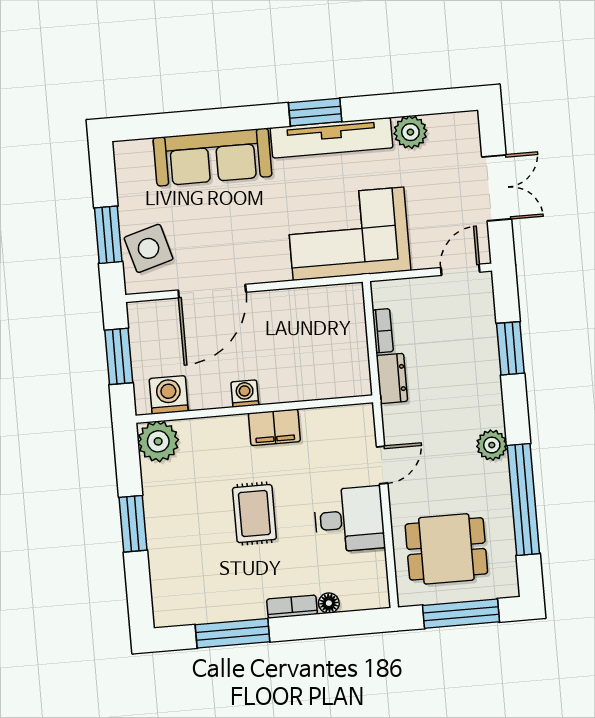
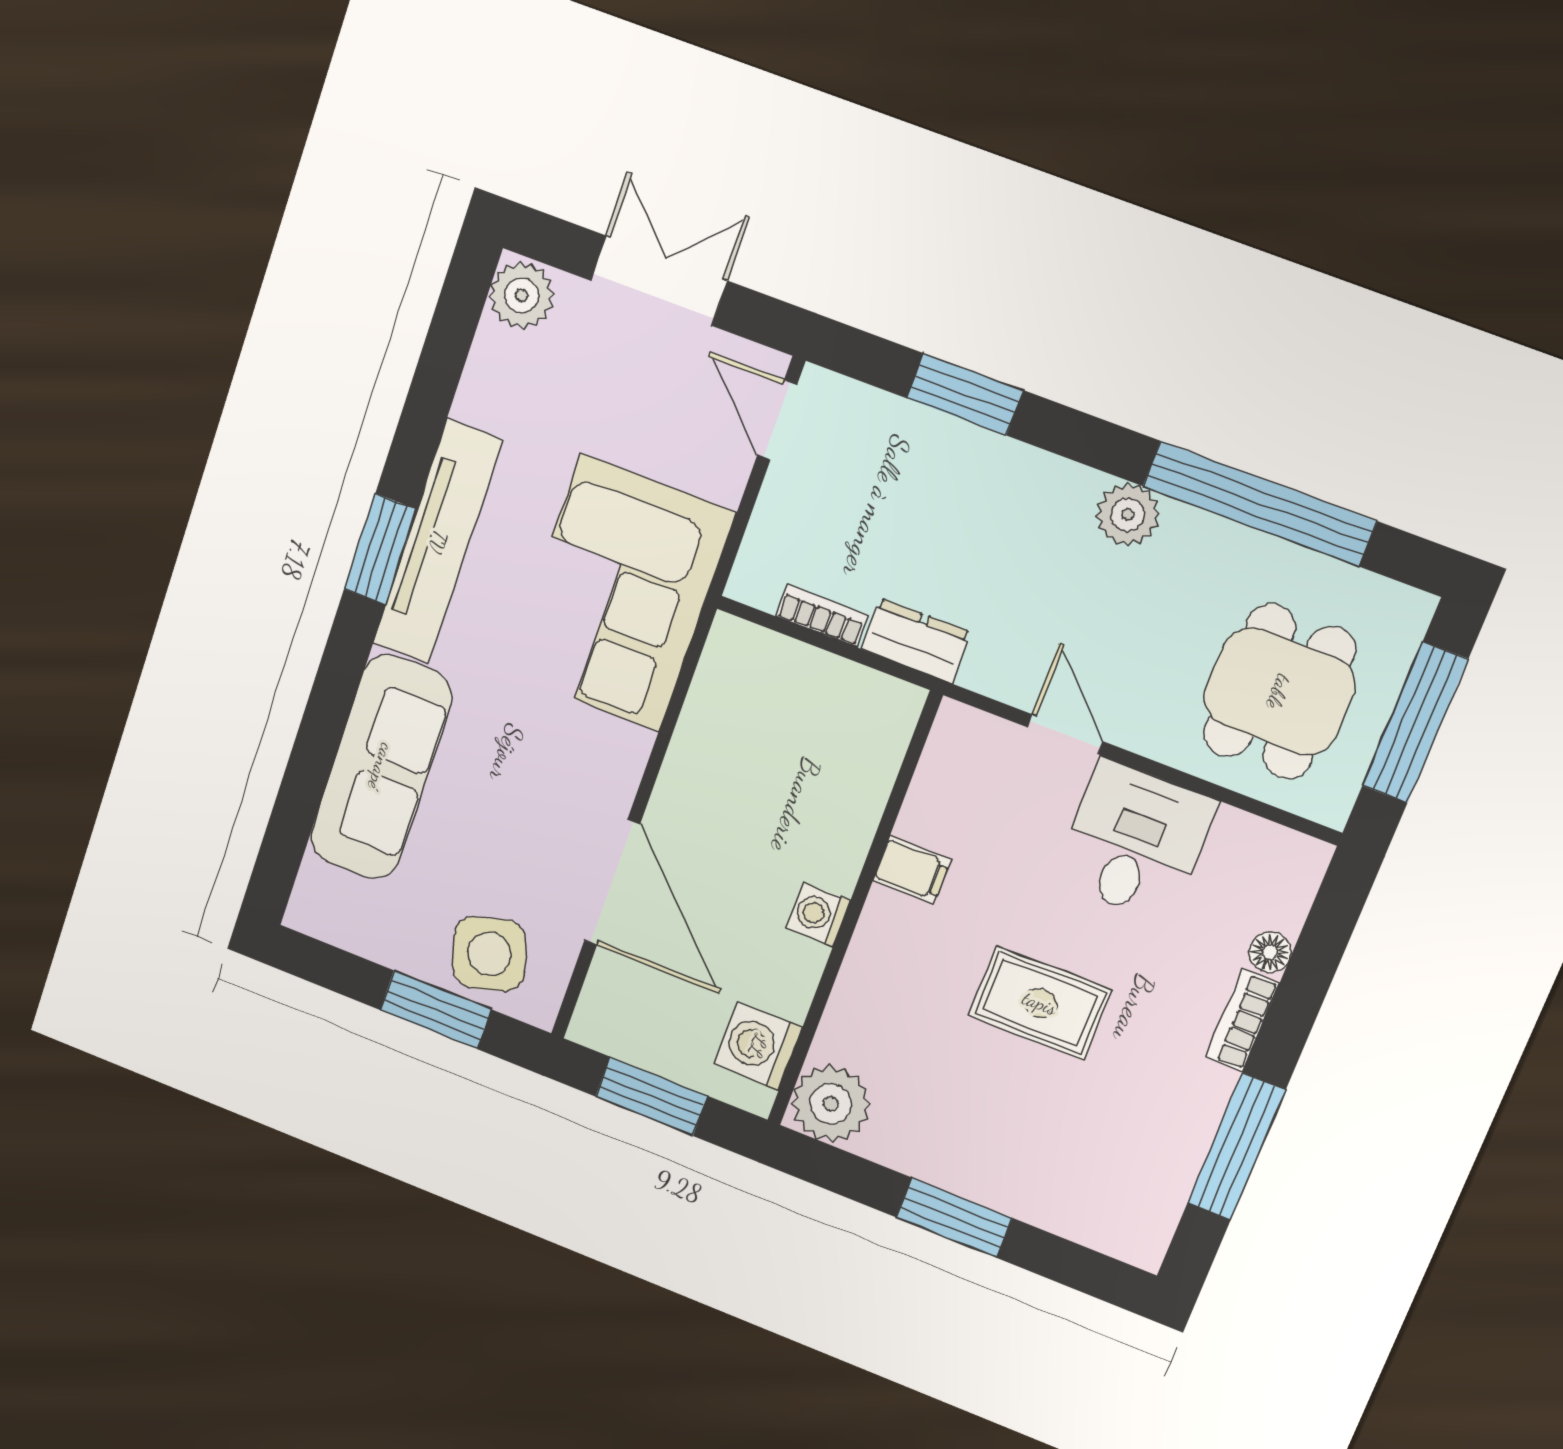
plant: (410, 132) -> (522, 295), moved
filing cabinet: (274, 427) -> (912, 870), width x0.50

